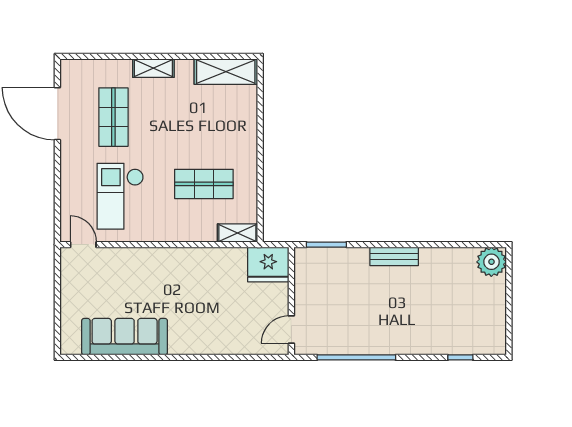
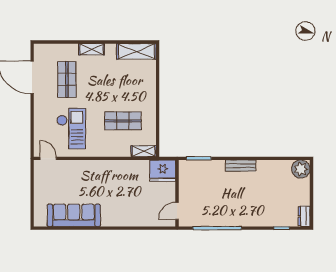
checkout: (120, 196) -> (71, 128), turned 180
dresser: (497, 338) -> (304, 216), added

